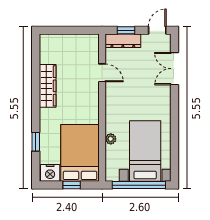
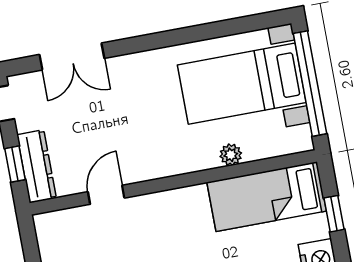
bed: (80, 153) -> (267, 197), width x0.67

